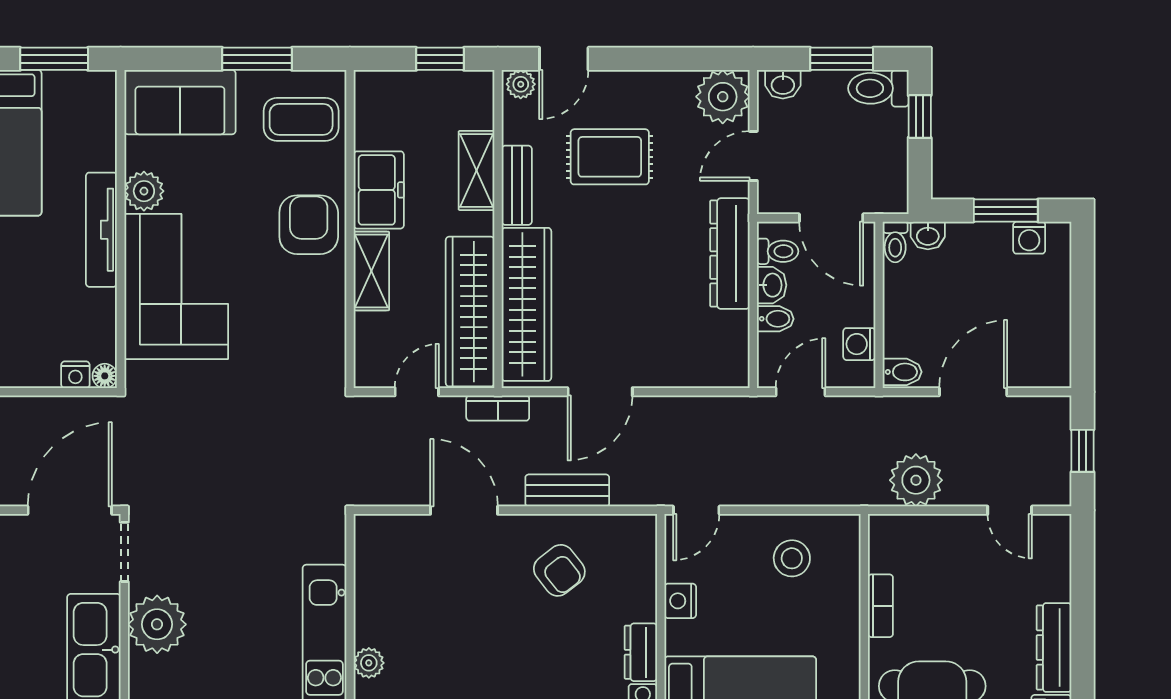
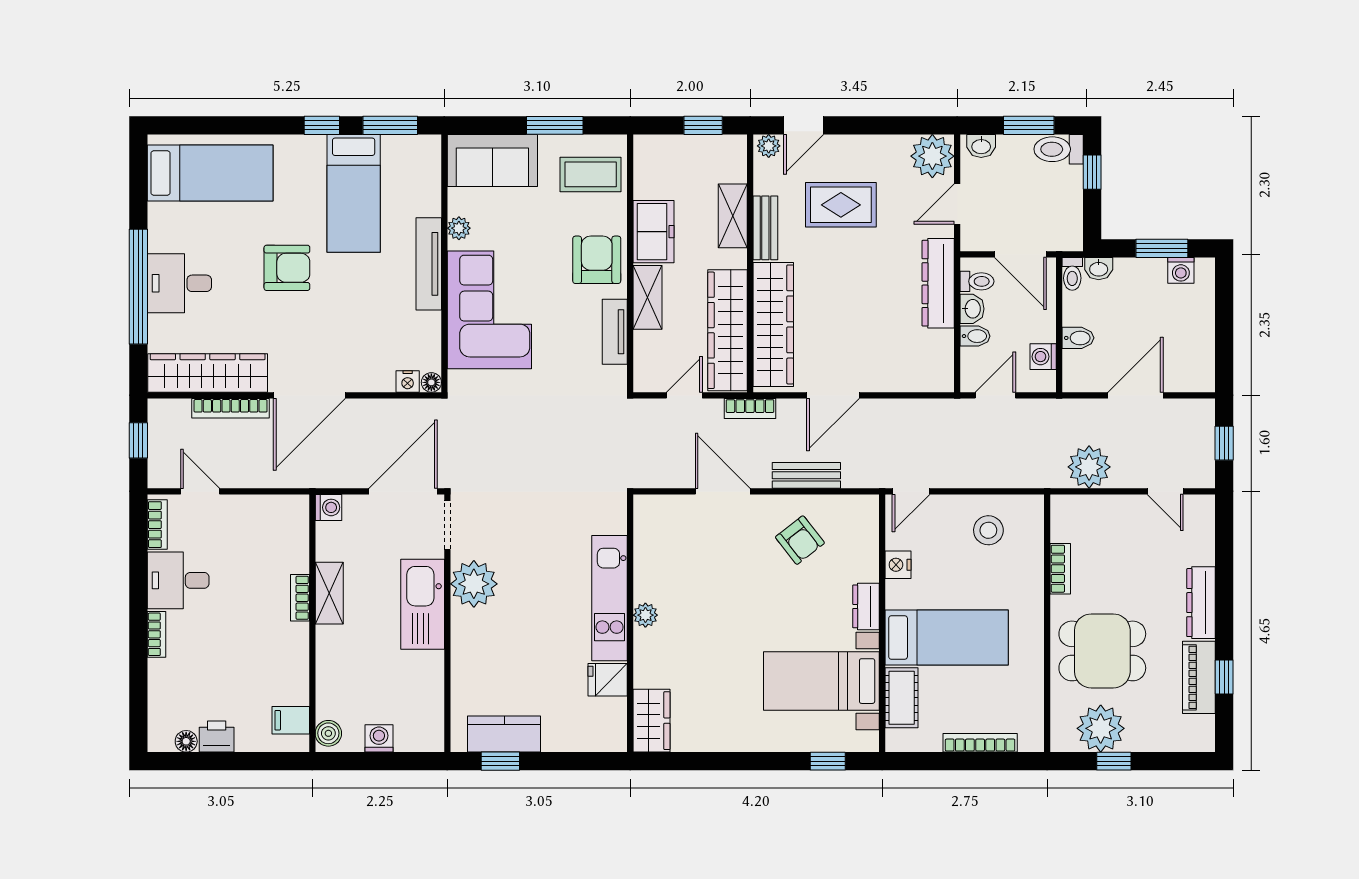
plant: (144, 191) -> (459, 228), width x0.73, depth x0.73
tv unit: (331, 313) -> (615, 332), added
bidet: (902, 372) -> (1078, 338), moved

